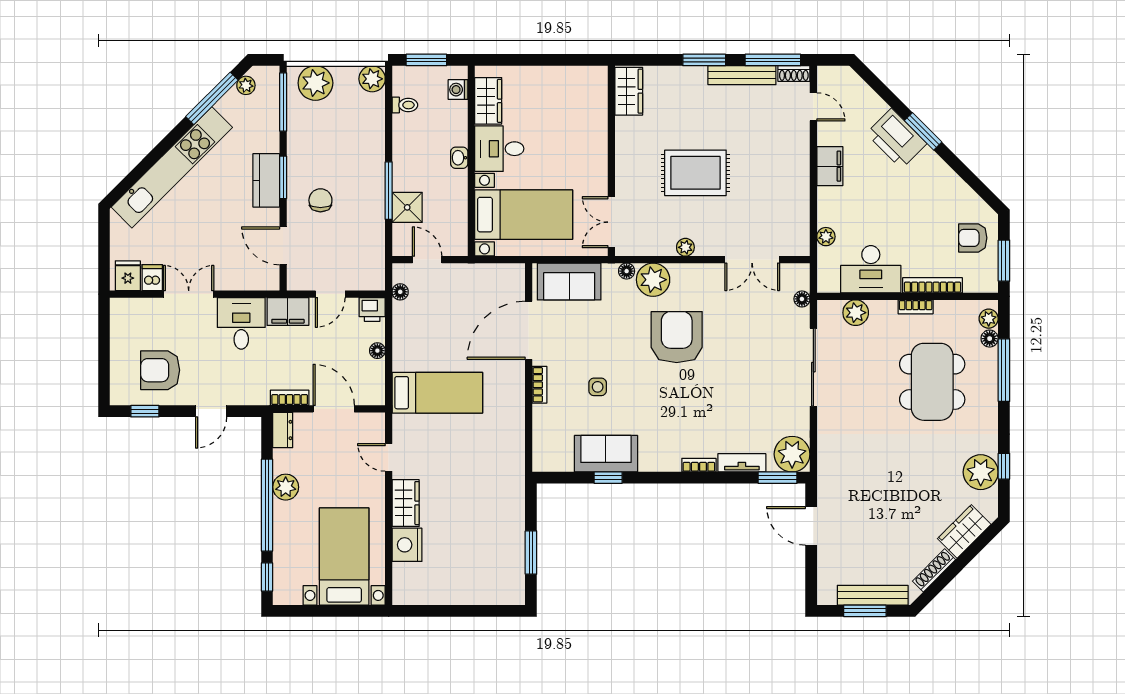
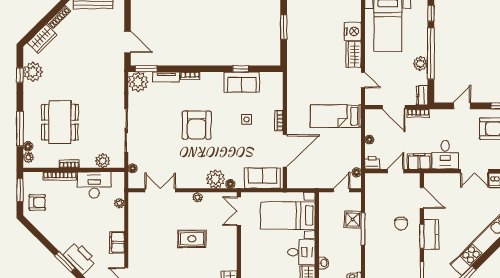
washbasin: (459, 158) -> (324, 263), moved
rug: (695, 173) -> (192, 239), width x0.73, depth x0.70
double door: (611, 222) -> (239, 211), swing flipped
door: (427, 260) -> (342, 190), swing flipped
armchair: (677, 337) -> (197, 125), moved

